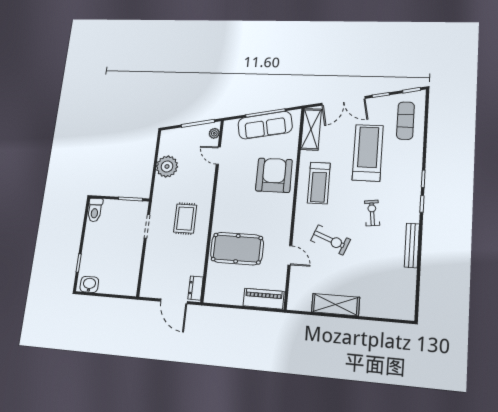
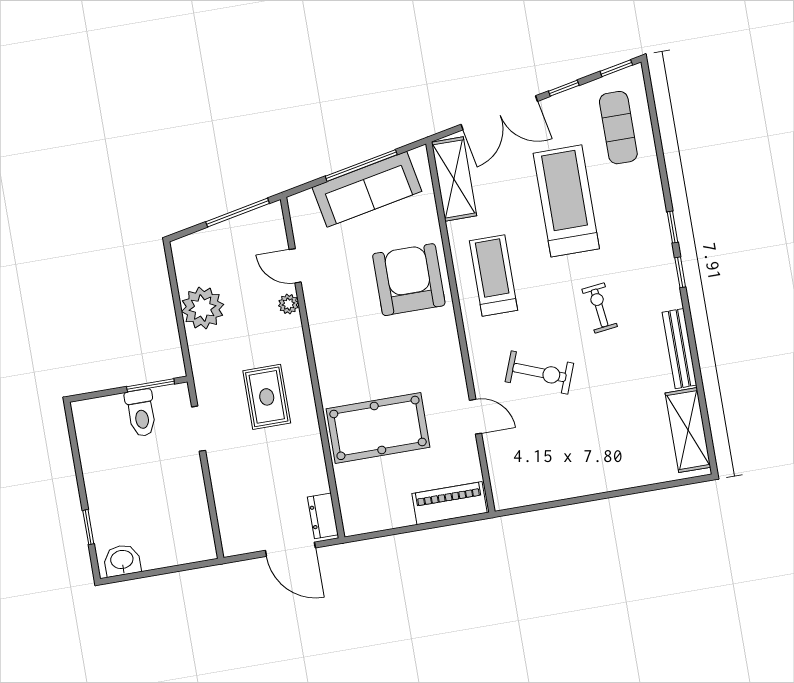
plant: (214, 133) -> (288, 304), moved
treadmill: (319, 183) -> (493, 276), turned 180
toilet: (95, 210) -> (141, 413), moved
shelving: (335, 305) -> (688, 430), moved, turned 90

